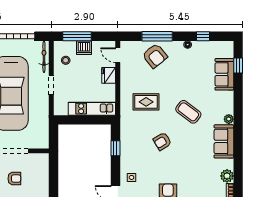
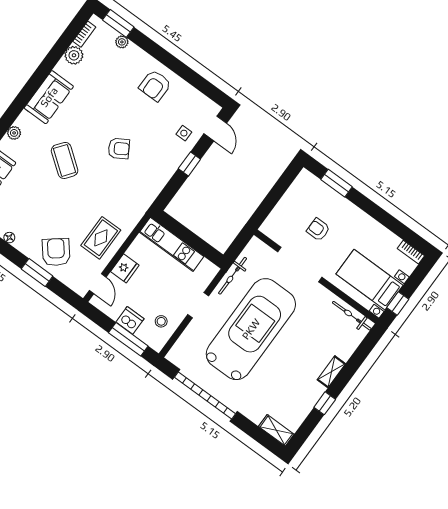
window: (157, 36) -> (37, 273), width x0.69
bicycle: (44, 57) -> (233, 276), moved
rug: (146, 102) -> (101, 238), moved, turned 90
plant: (229, 119) -> (14, 133), moved
window: (115, 148) -> (189, 164), moved

